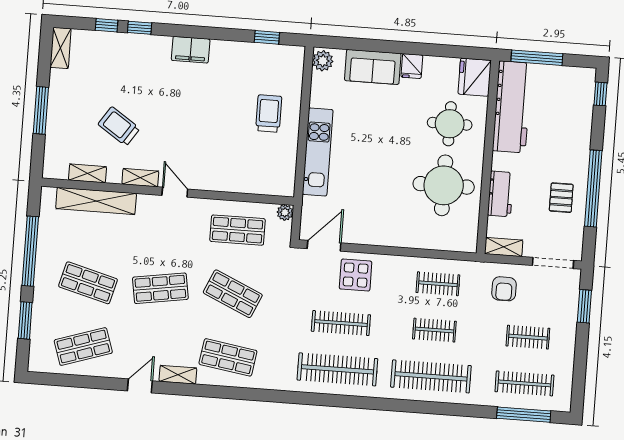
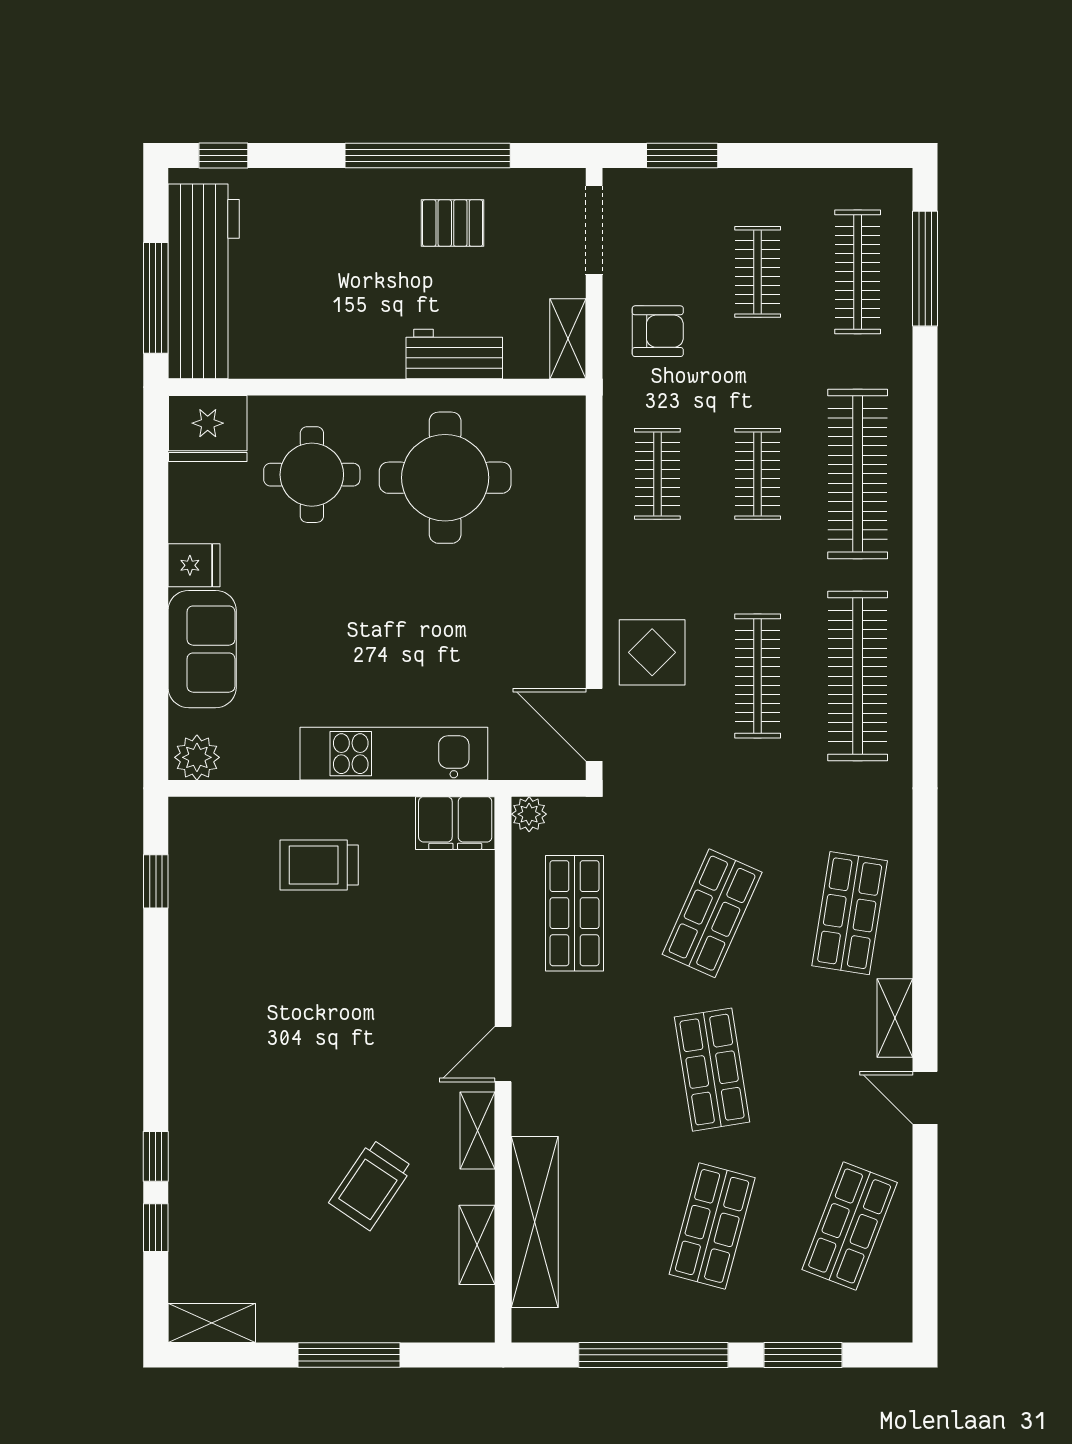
filing cabinet: (191, 50) -> (455, 823), moved, turned 90
workbench: (512, 107) -> (204, 281), moved, turned 90
shop shelf: (83, 347) -> (850, 1226), turned 39

